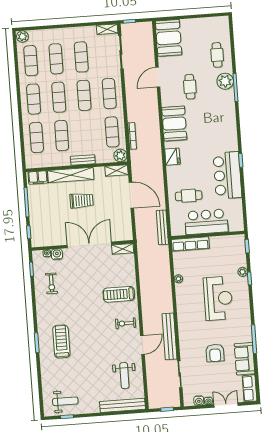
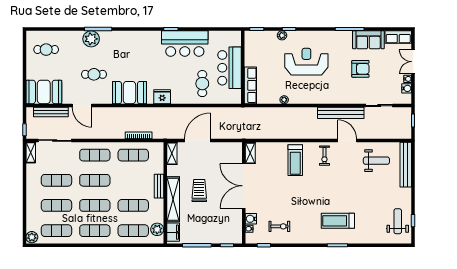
cafe table: (217, 55) -> (46, 50), moved
plant: (120, 155) -> (157, 229), moved
bench: (162, 227) -> (51, 112), moved

